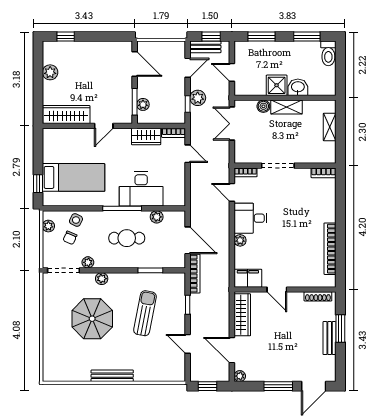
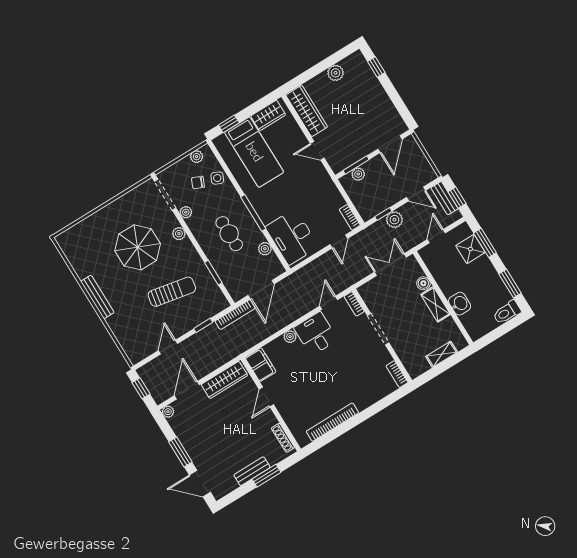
shower: (277, 85) -> (470, 249), moved
wardrobe: (146, 136) -> (268, 115), moved, turned -90
desk: (141, 189) -> (292, 237), moved

